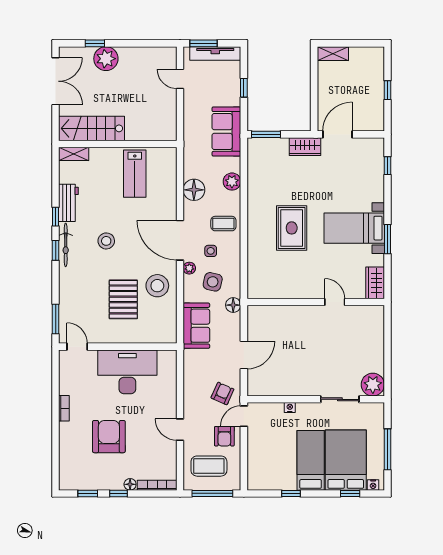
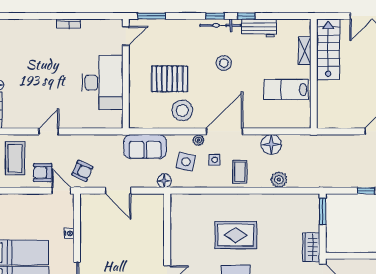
sofa: (226, 131) -> (325, 174), removed
shelving: (74, 154) -> (305, 51), moved
armchair: (109, 437) -> (42, 65), removed

